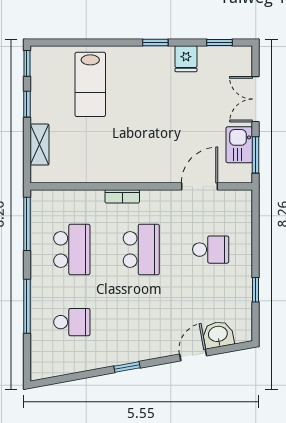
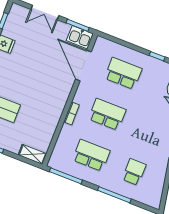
shelving: (39, 145) -> (32, 154), moved
kitchen sink: (239, 145) -> (80, 37), moved
door: (200, 186) -> (83, 65), width x1.36
school desk: (211, 250) -> (123, 73), width x1.85

